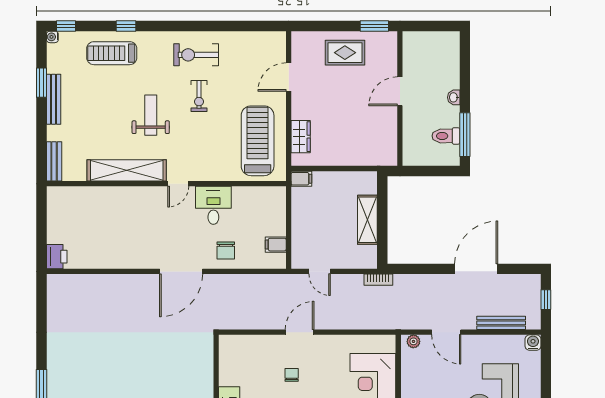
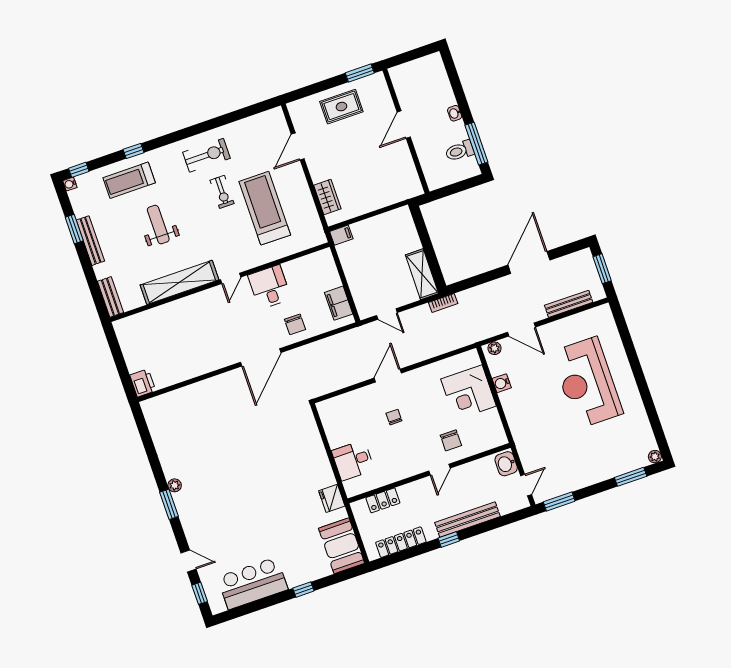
exercise bike: (196, 55) -> (207, 155), turned 180
weight bench: (151, 115) -> (158, 225), moved
treadmill: (258, 141) -> (265, 208), moved
shelving: (367, 220) -> (422, 274), moved
filing cabinet: (276, 245) -> (339, 303), width x2.00
window: (546, 300) -> (602, 269), width x1.50
water cooler: (533, 343) -> (502, 383), moved, turned -90
plant: (53, 368) -> (175, 485), added

